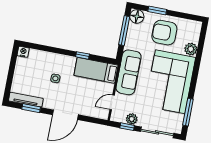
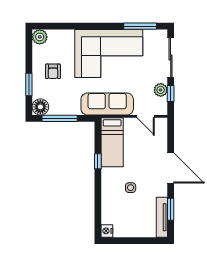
armchair: (164, 33) -> (53, 71), width x0.53, depth x0.53
plant: (191, 49) -> (40, 37), moved

